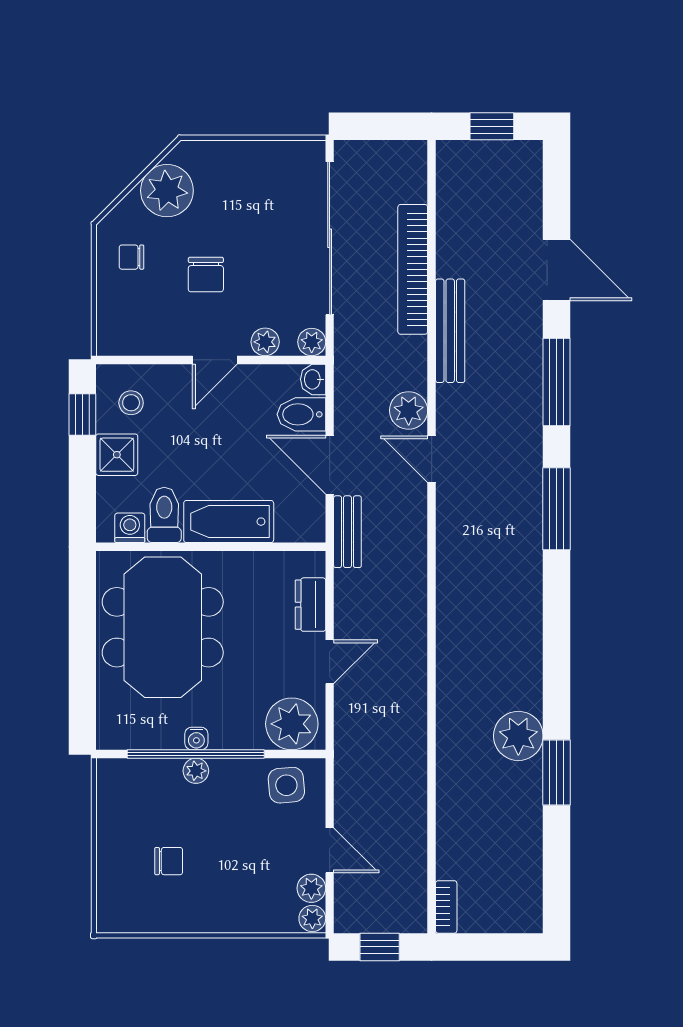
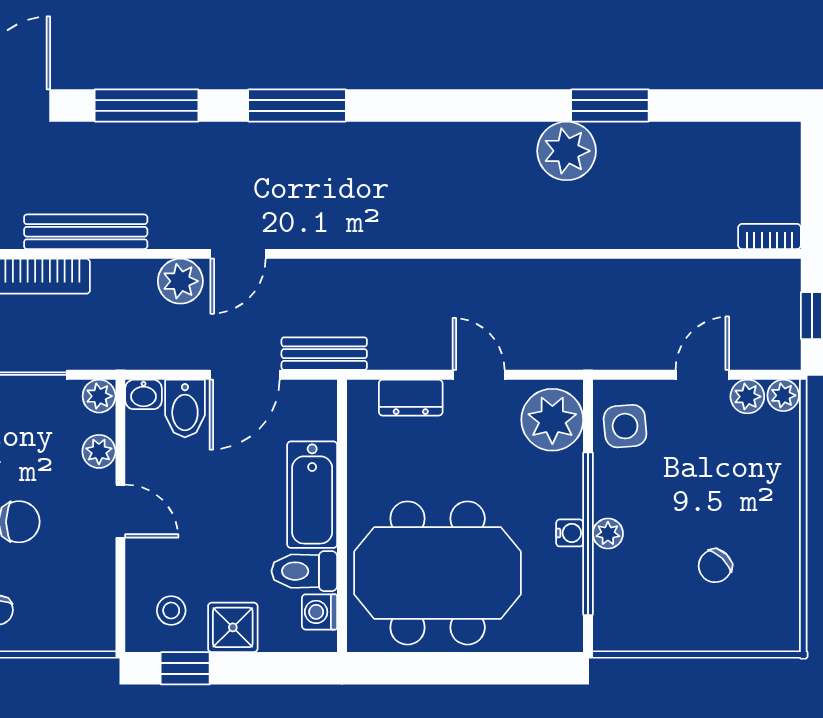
chair: (169, 861) -> (715, 566), turned -136

